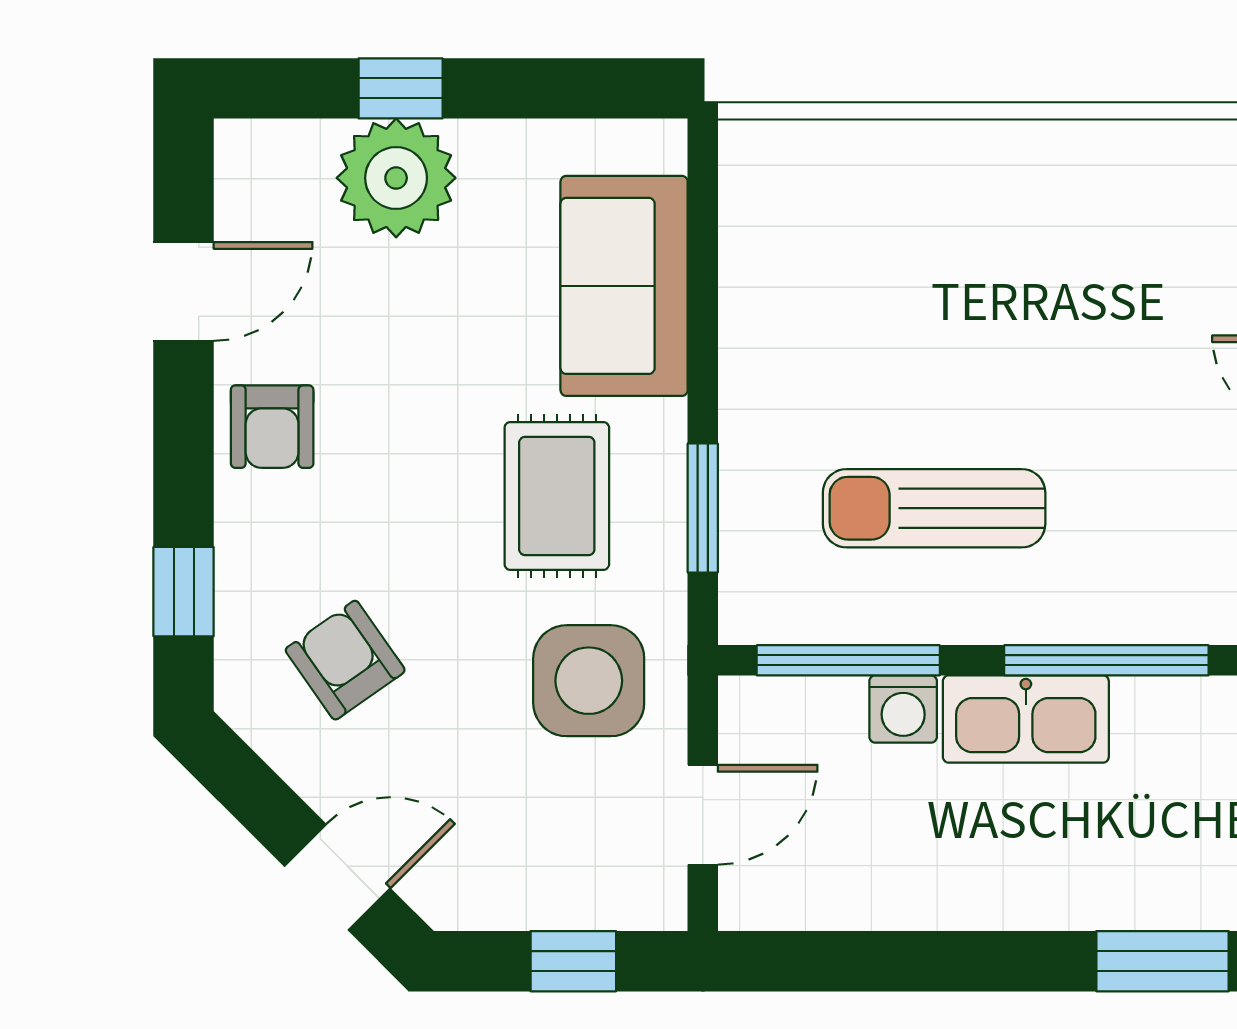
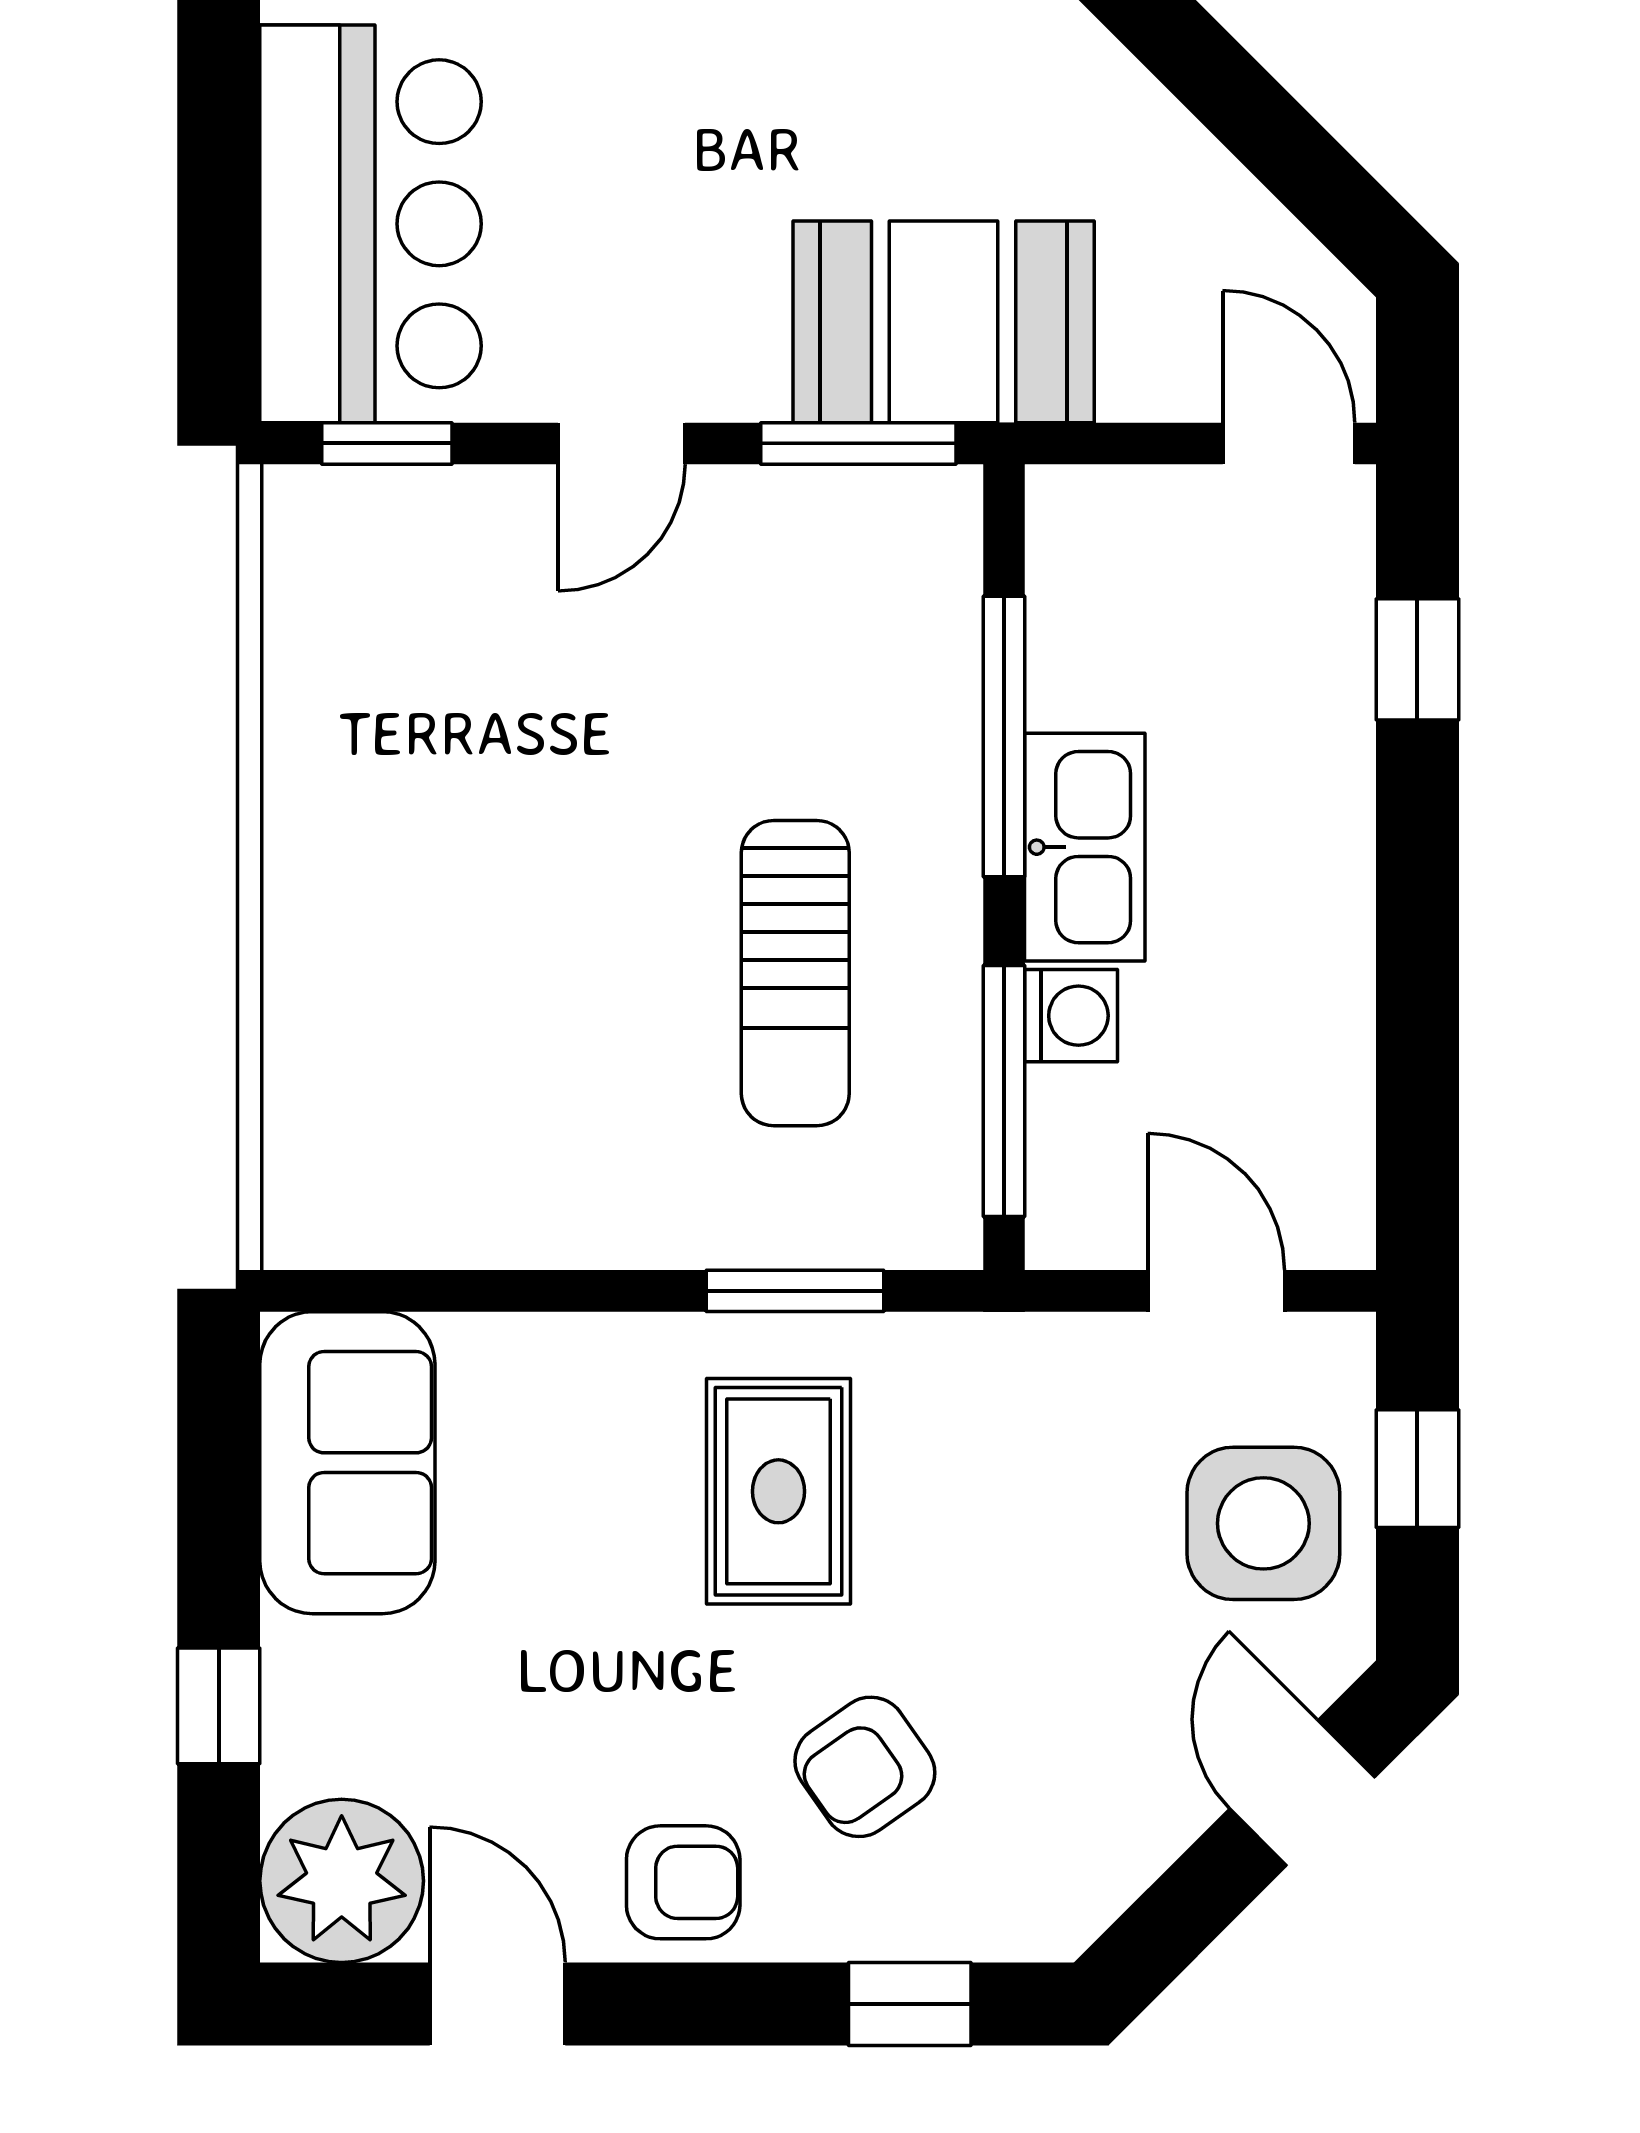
plant: (396, 178) -> (342, 1881), moved
sofa: (624, 286) -> (347, 1463), moved, turned -90
rug: (557, 496) -> (778, 1491), turned 90
armchair: (345, 660) -> (865, 1767), moved
side table: (589, 681) -> (1263, 1523), moved
window: (1163, 961) -> (1417, 659), width x0.67

